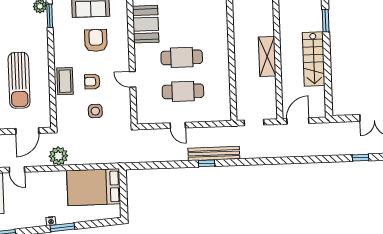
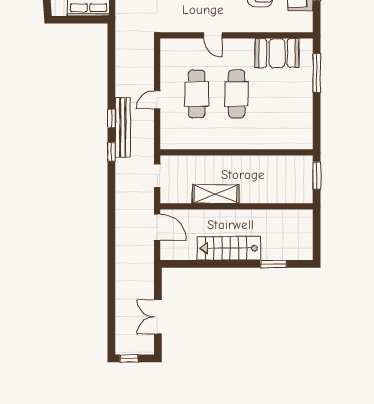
shelving: (267, 57) -> (215, 194), moved
door: (133, 79) -> (213, 35), swing flipped
door: (178, 125) -> (157, 100), moved
window: (361, 158) -> (111, 152), moved

